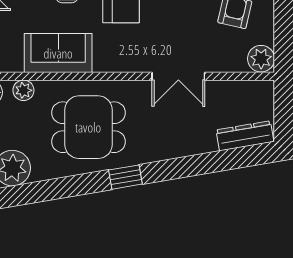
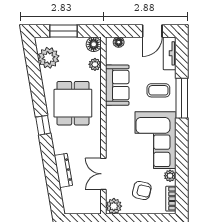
double door: (178, 76) -> (103, 174), moved
dresser: (245, 136) -> (63, 170), moved

